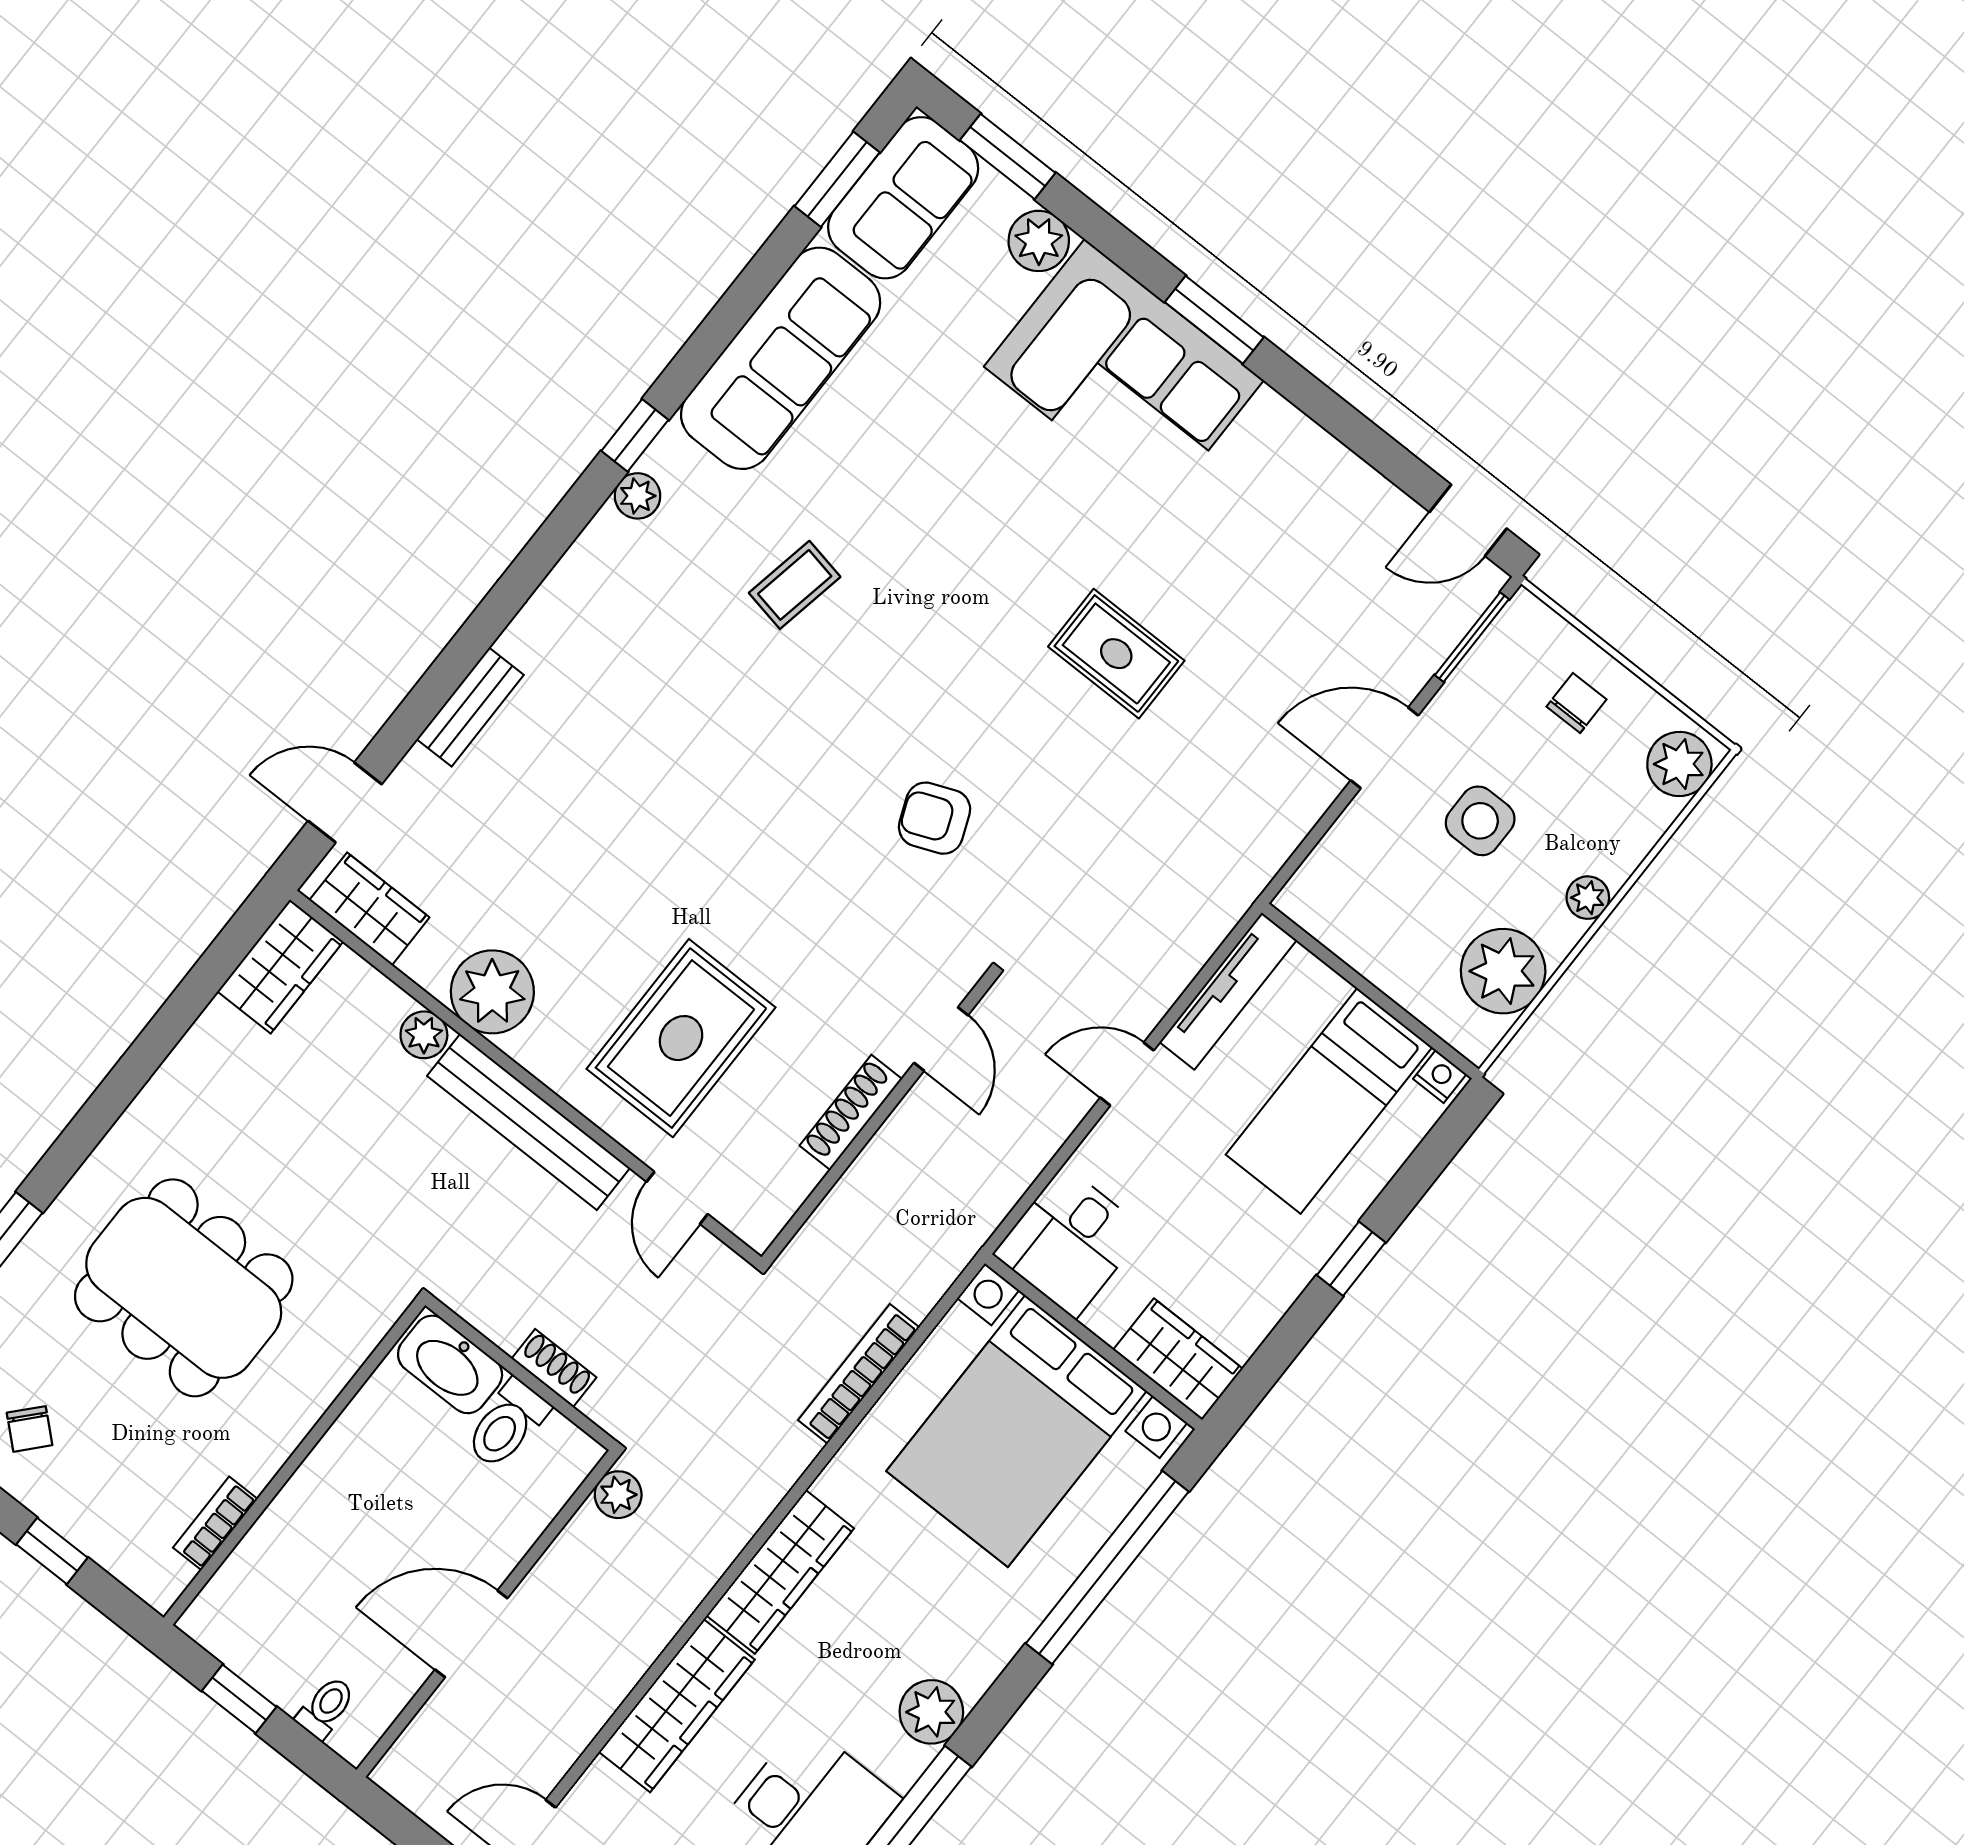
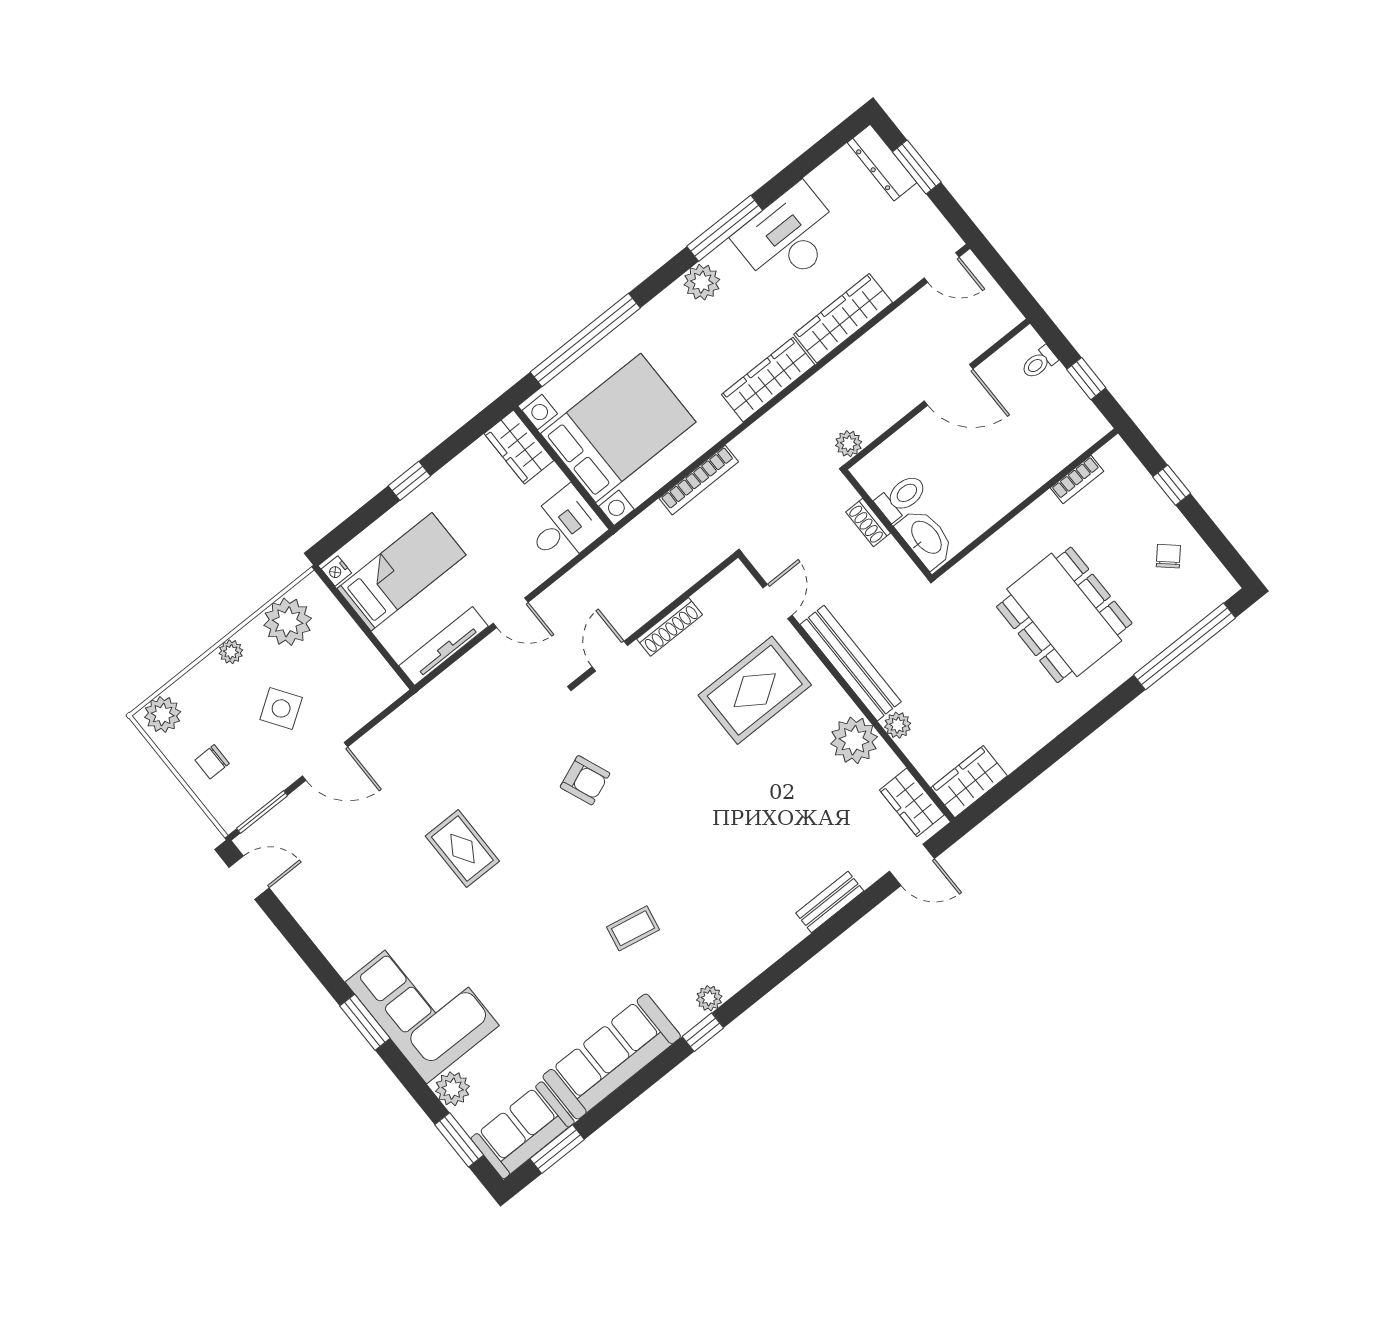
side table: (1480, 821) -> (281, 708), turned -34

